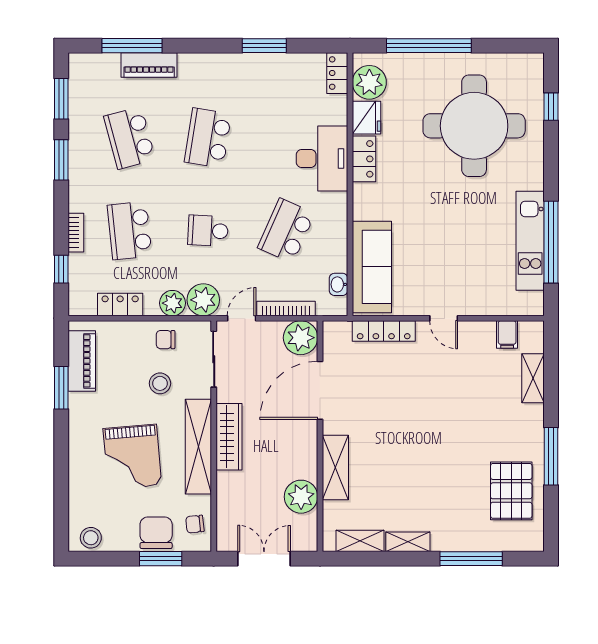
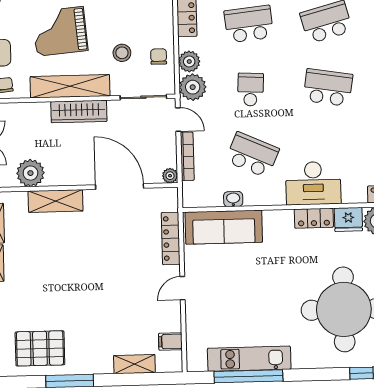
washbasin: (339, 284) -> (233, 199), moved
plant: (301, 338) -> (170, 176), width x0.53, depth x0.53

